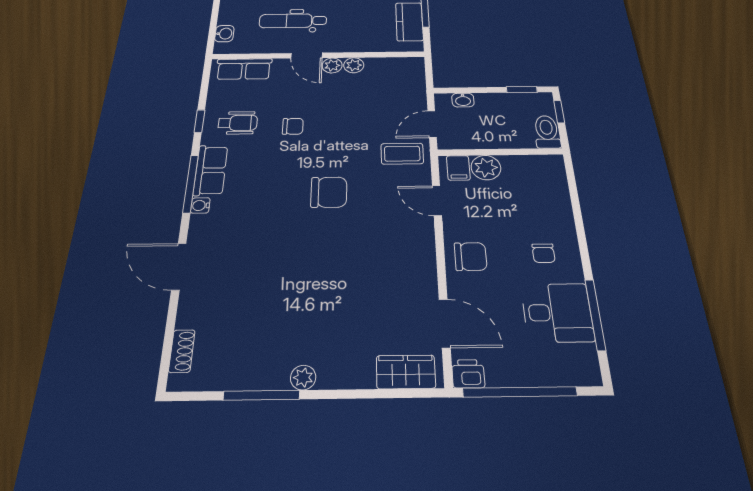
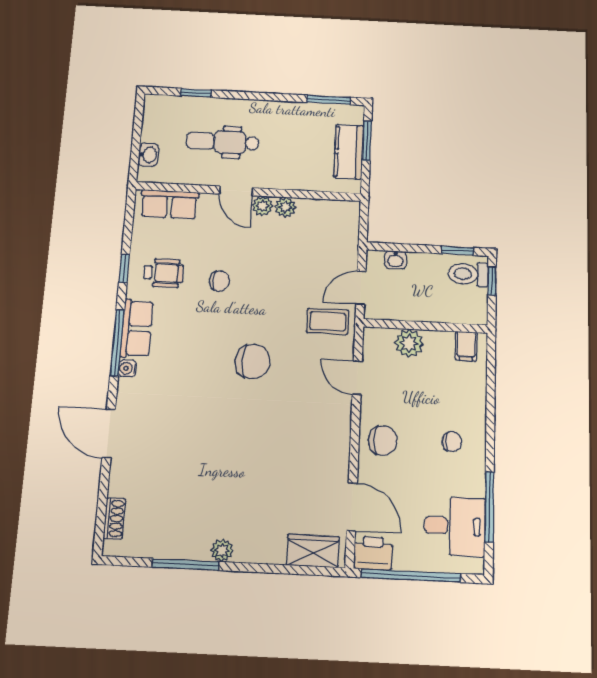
toilet: (547, 132) -> (468, 274), moved, turned -90
filing cabinet: (458, 168) -> (466, 346), moved
chair: (543, 253) -> (452, 442), turned -90
desk: (557, 313) -> (455, 526), moved
printer: (468, 374) -> (373, 553), width x1.36, depth x1.24

